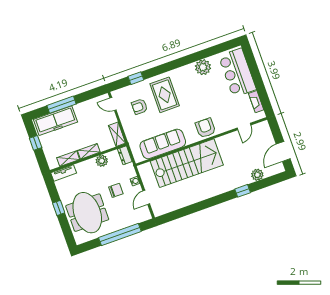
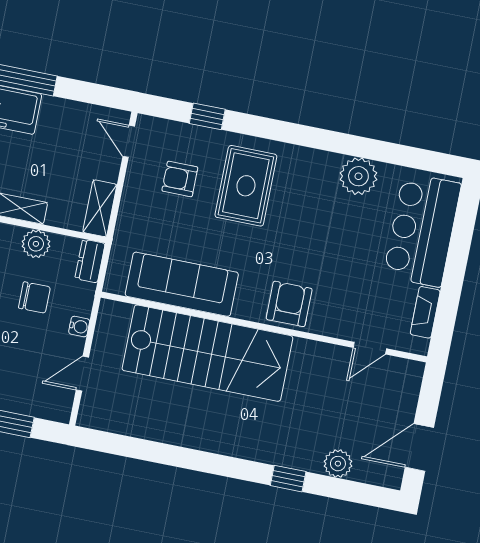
chair: (116, 190) -> (34, 297), moved

